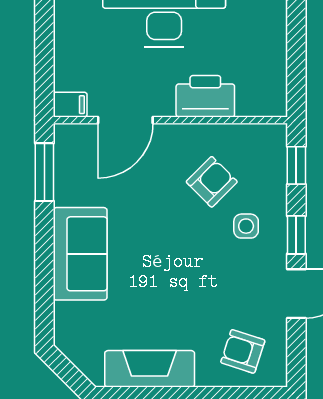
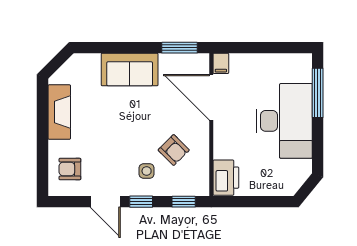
printer: (205, 96) -> (226, 178), moved
door: (125, 120) -> (211, 97), width x1.36
armchair: (243, 351) -> (70, 169), turned -108

